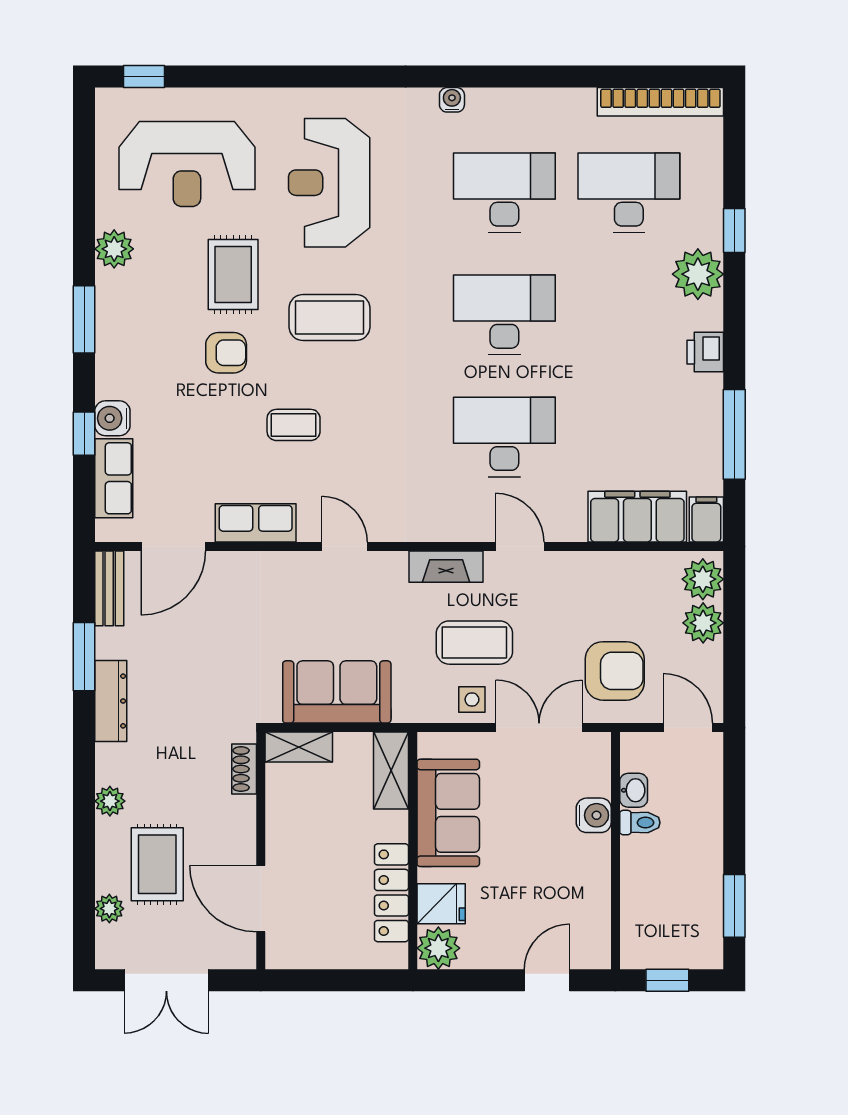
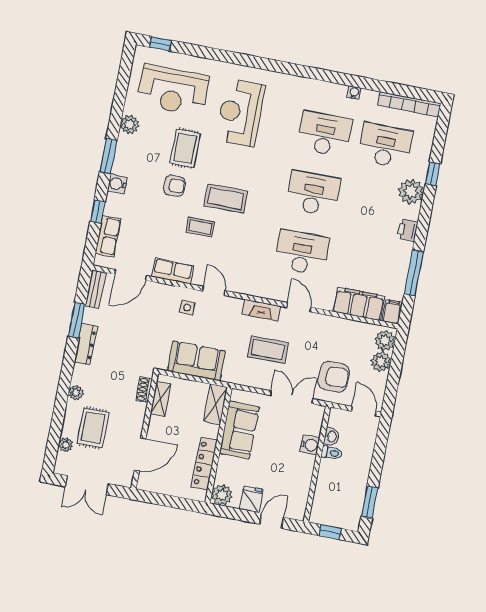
water cooler: (452, 100) -> (354, 93), moved
coffee table: (329, 317) -> (226, 198), moved
water cooler: (112, 418) -> (117, 184), moved
side table: (472, 700) -> (187, 308), moved
shelving: (299, 747) -> (161, 399), moved, turned 90
door: (261, 899) -> (140, 454), swing flipped
fridge: (441, 904) -> (251, 499), moved, turned -90

